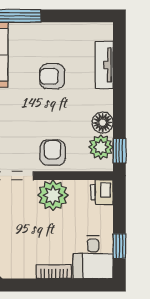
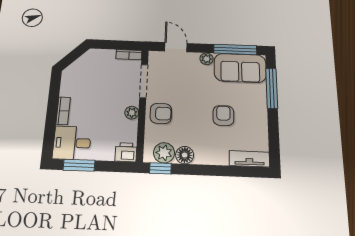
tv unit: (104, 65) -> (249, 159), moved
plant: (53, 195) -> (132, 113), width x0.53, depth x0.53
window: (119, 246) -> (79, 165), width x1.50

